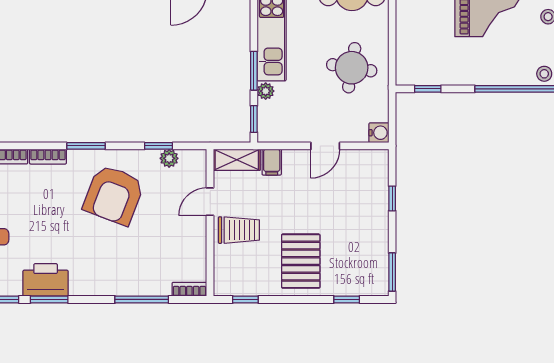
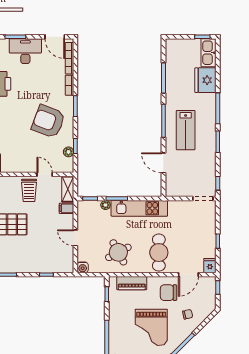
piano: (407, 43) -> (132, 283), added
round table: (352, 68) -> (118, 252), turned -37

